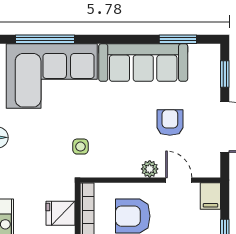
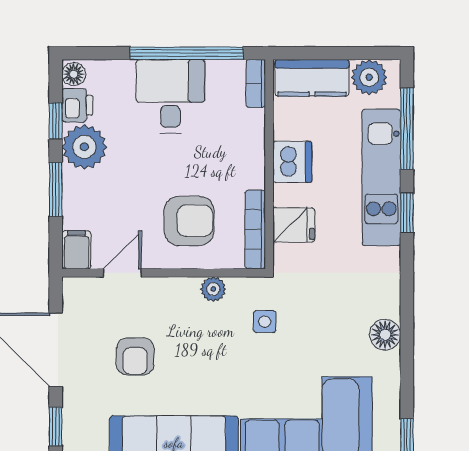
plant: (150, 169) -> (213, 289), moved
door: (179, 180) -> (122, 273), swing flipped

